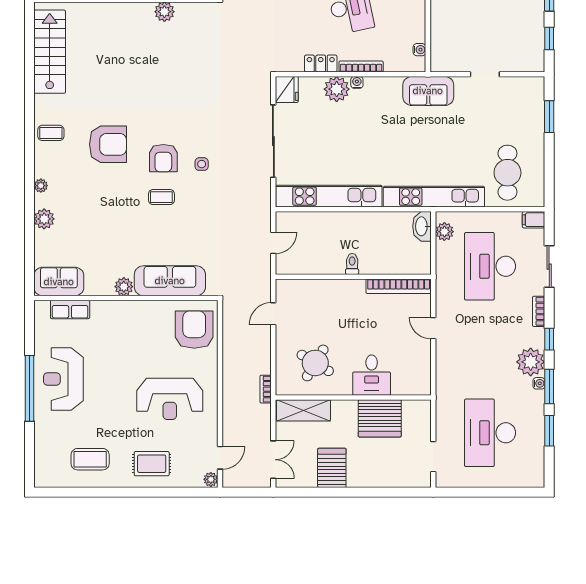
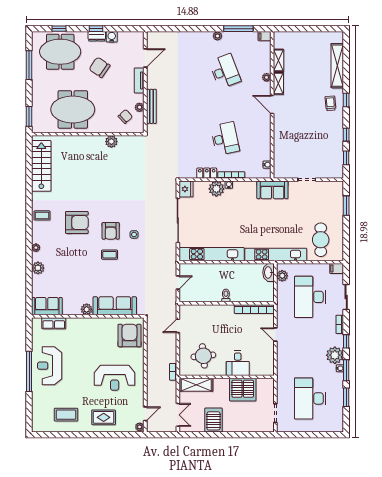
round table: (315, 363) -> (203, 356), turned -37

